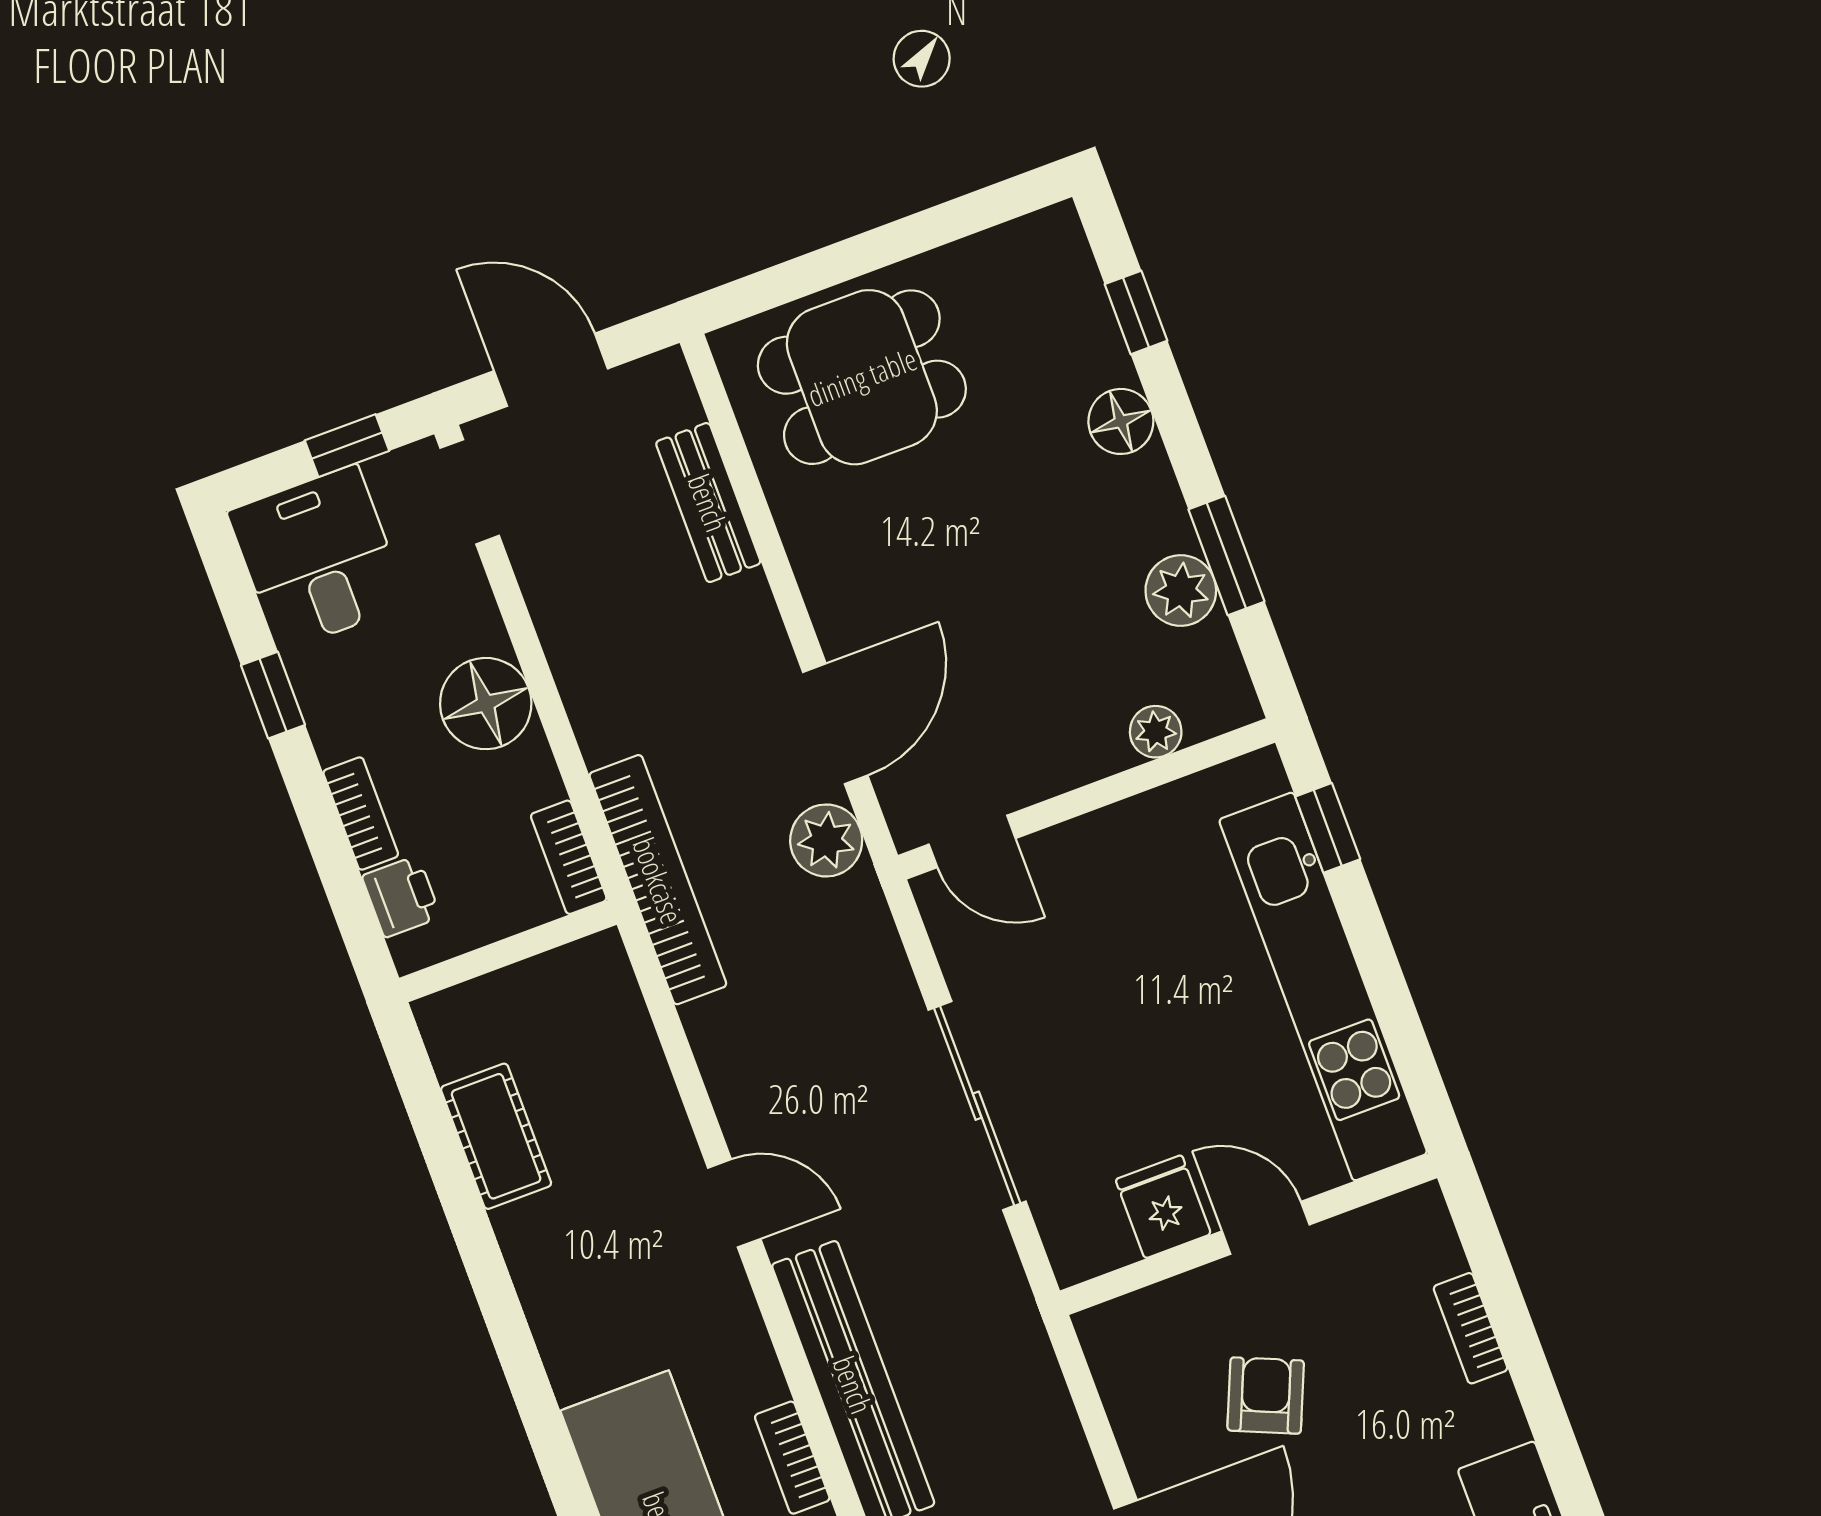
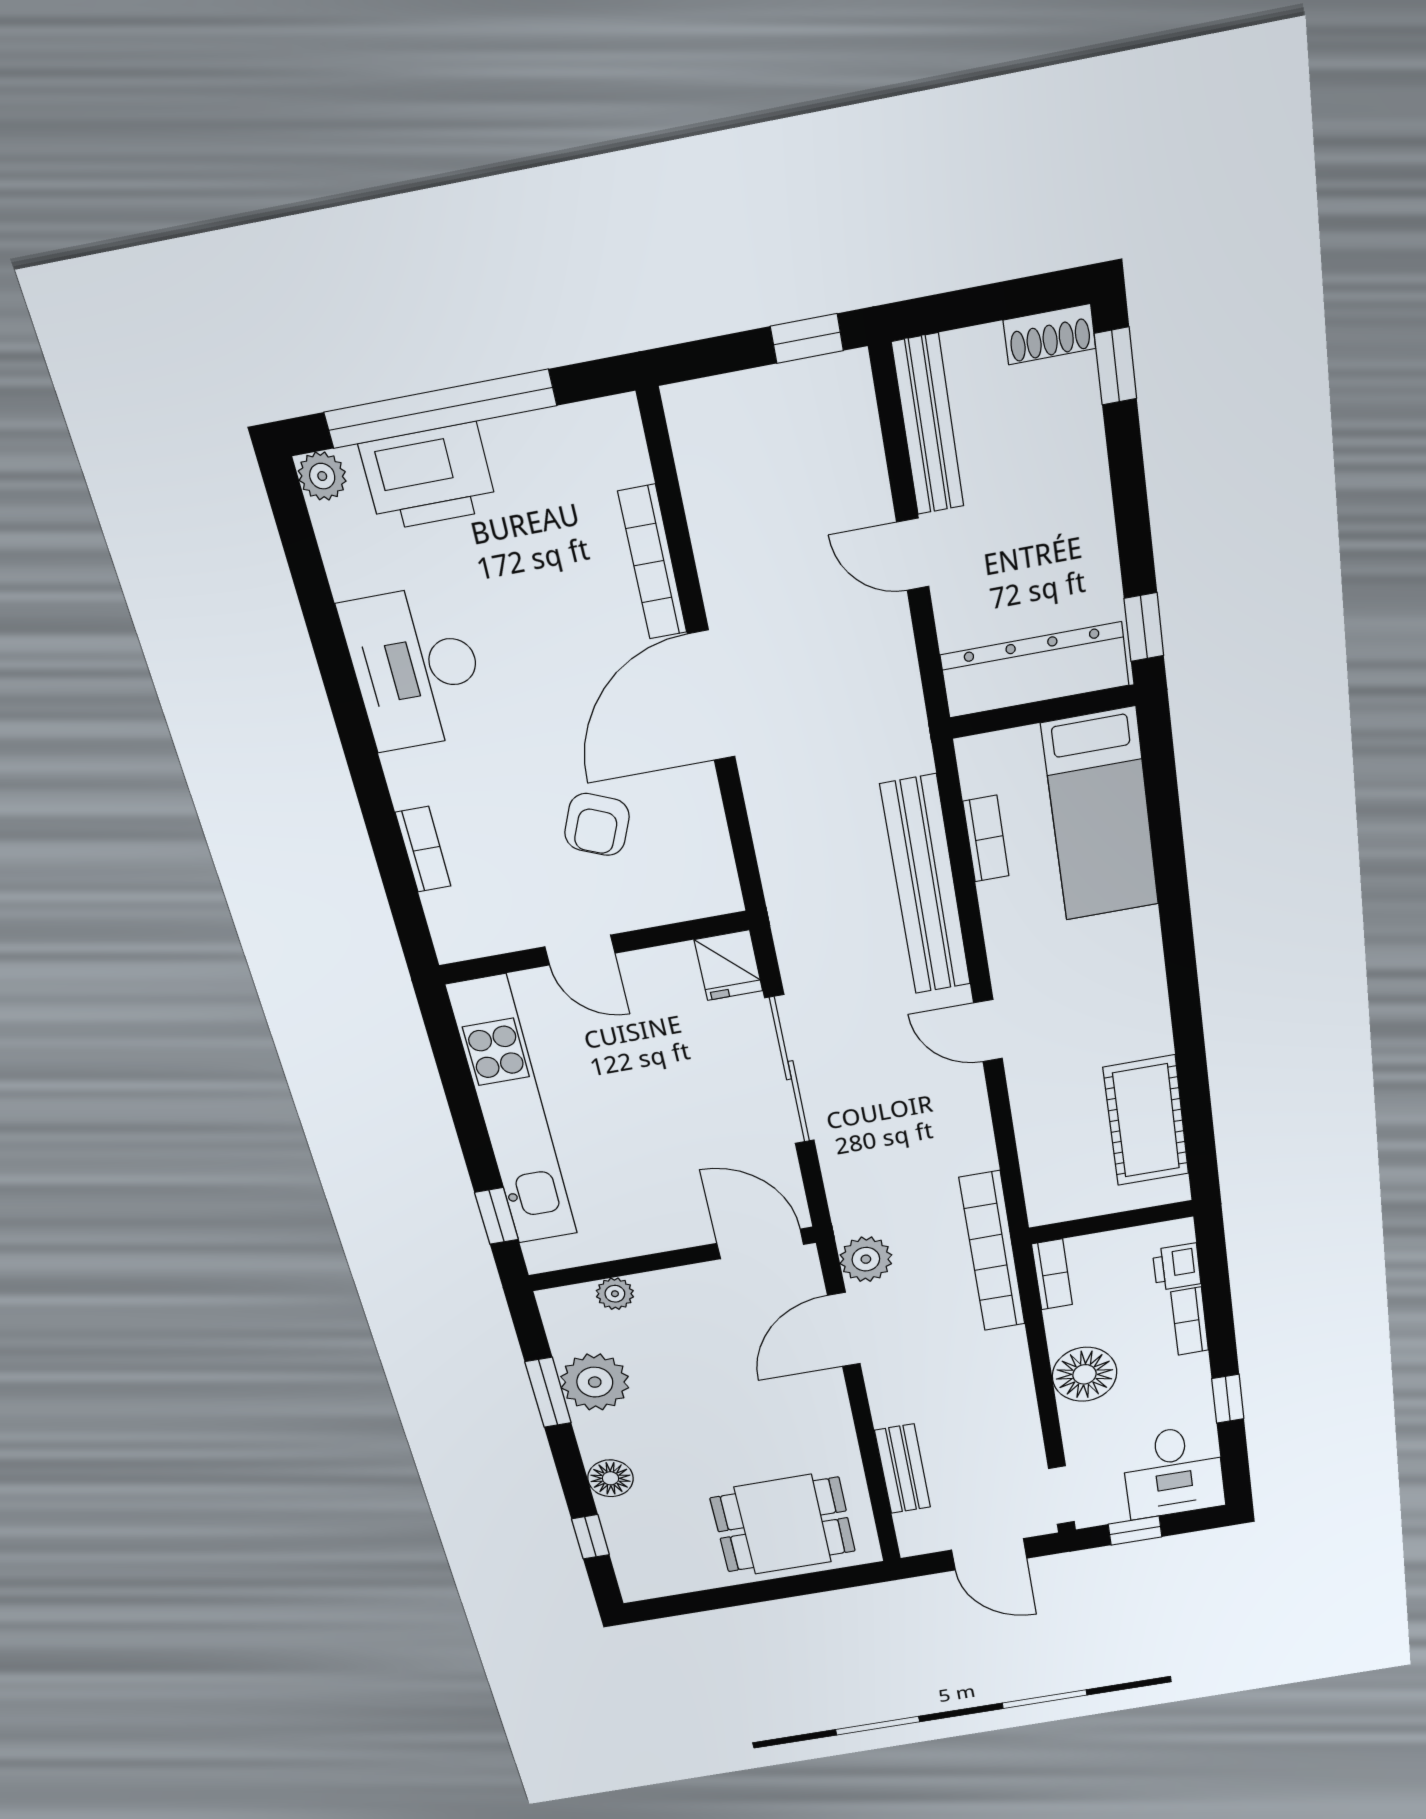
plant: (1181, 591) -> (595, 1382), width x1.36, depth x1.36
door: (972, 841) -> (760, 1244), width x1.38
cot: (496, 1136) -> (1146, 1121), width x1.37, depth x1.34
fridge: (1163, 1207) -> (729, 965), moved

